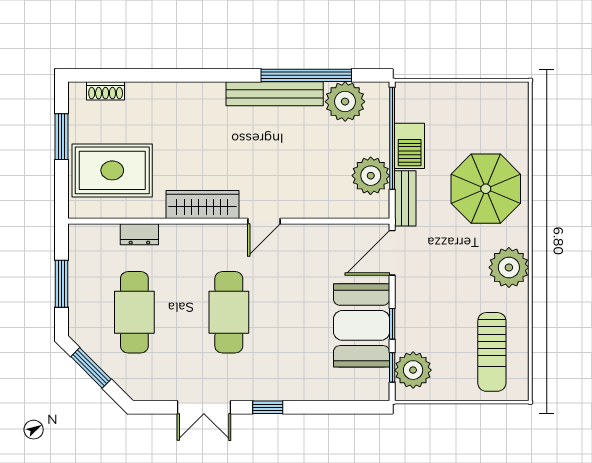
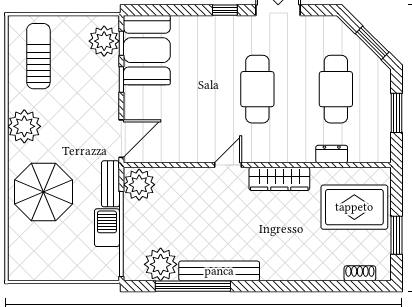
plant: (371, 176) -> (139, 185), moved
booth: (362, 325) -> (147, 50), moved

